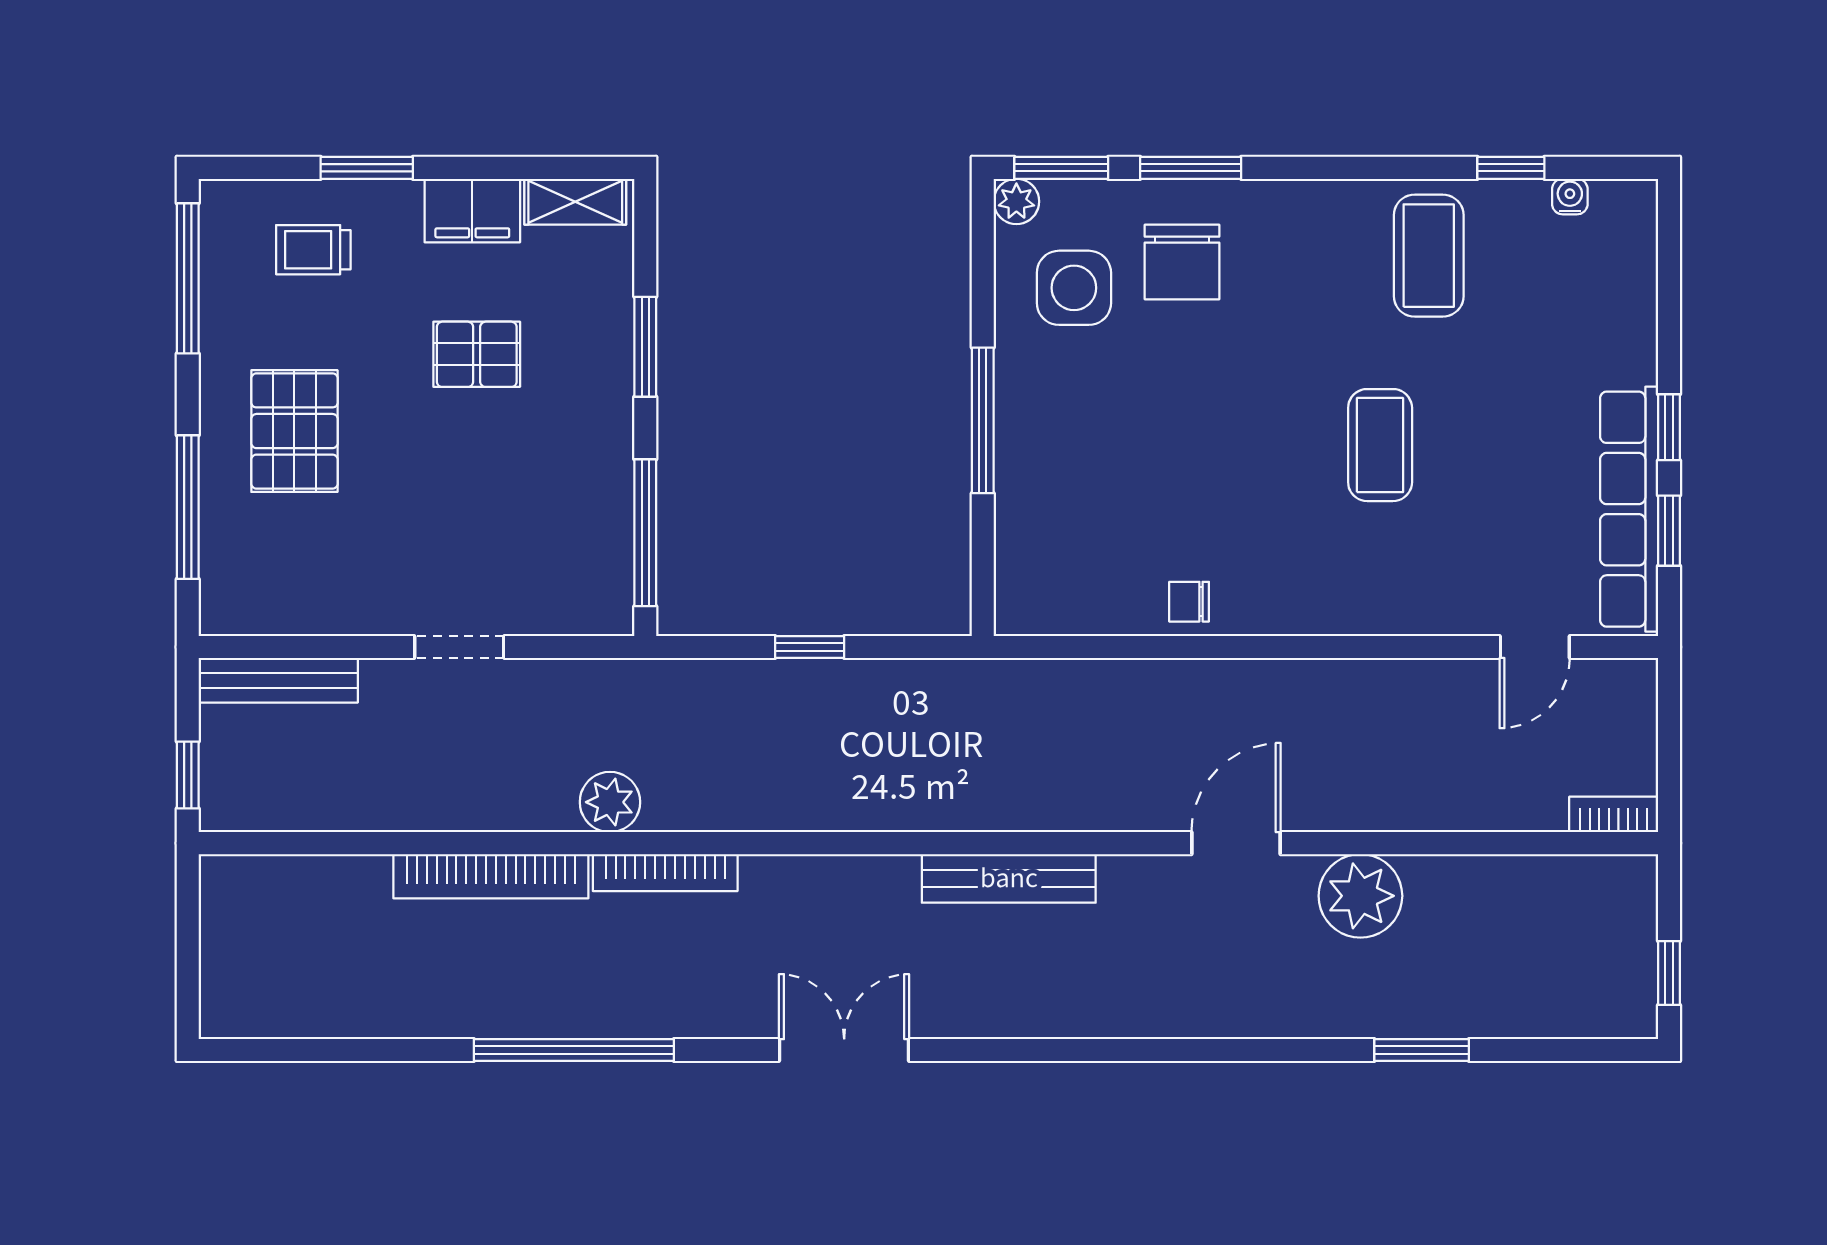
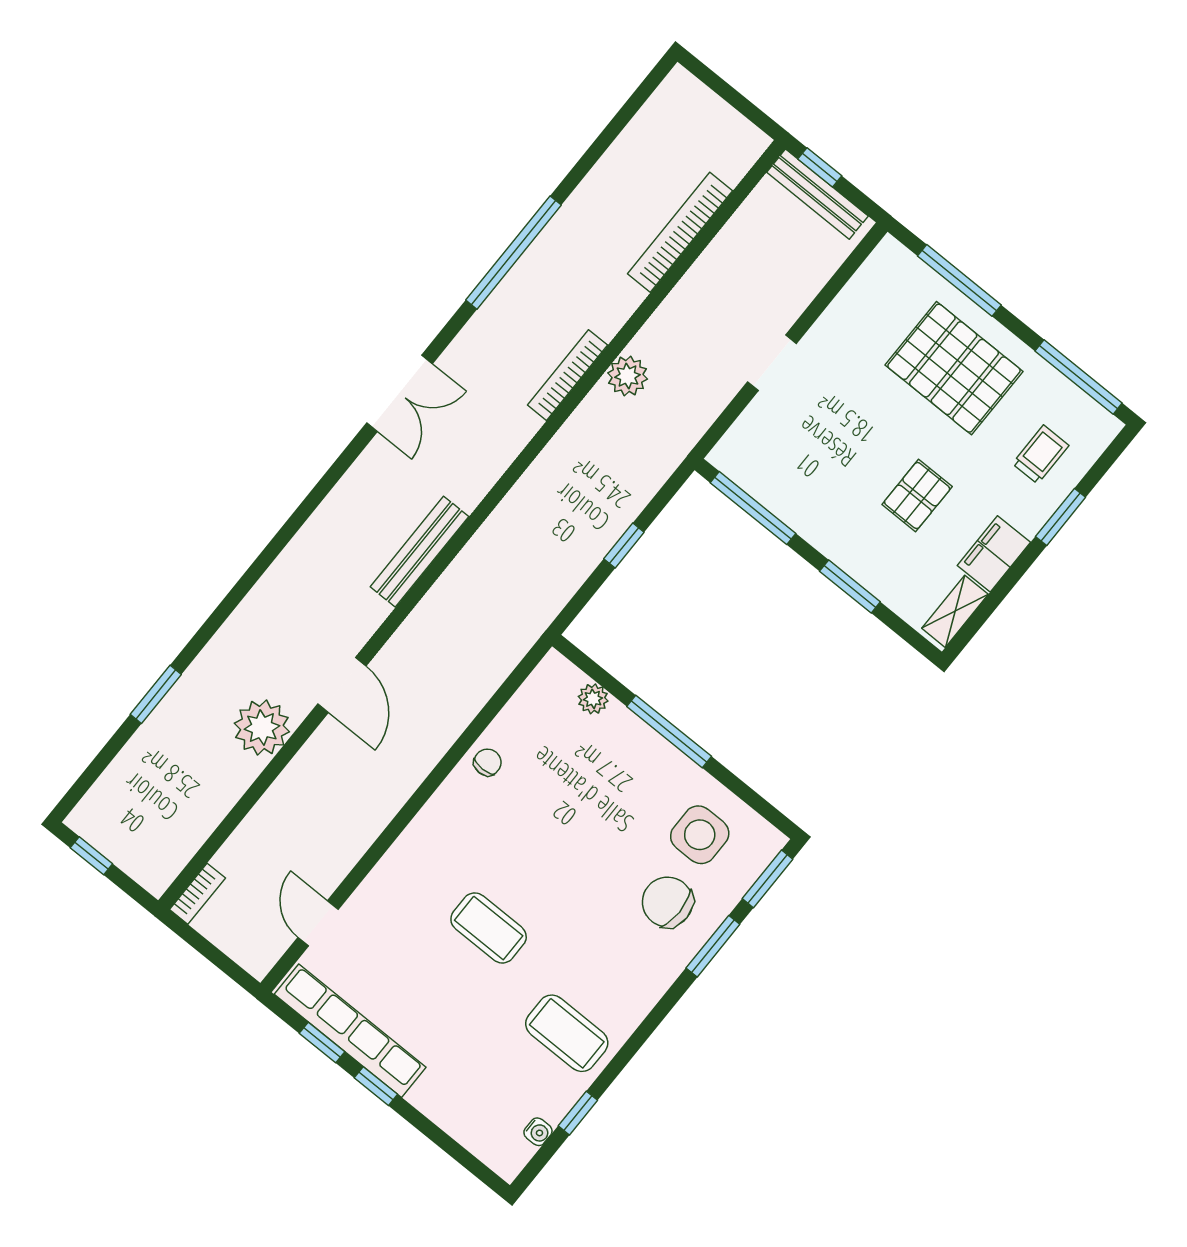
plant: (1016, 201) -> (593, 699), moved
pallet: (294, 431) -> (954, 368), width x1.37, depth x1.41
bench: (278, 680) -> (817, 194), moved, turned 90
bookcase: (491, 876) -> (680, 232), moved

